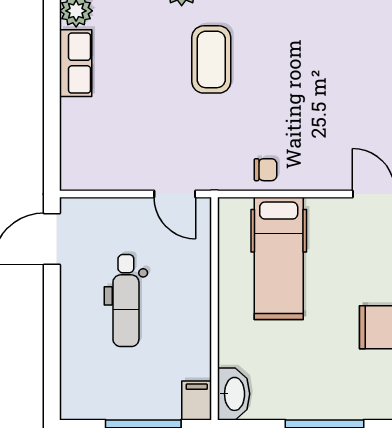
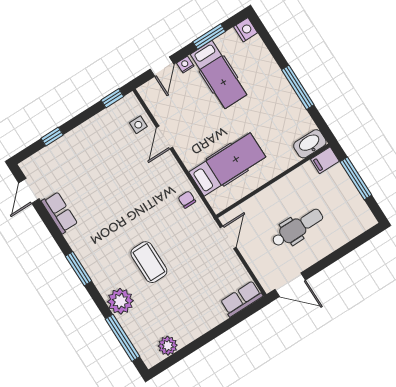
coffee table: (211, 59) -> (149, 262), turned 90
row of seats: (76, 63) -> (242, 299), moved

